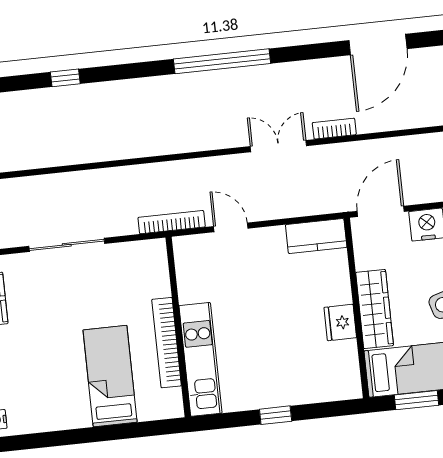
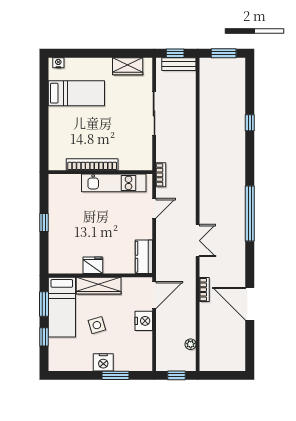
bookcase: (334, 129) -> (204, 290), moved
door: (381, 211) -> (154, 295), hinge flipped
bookcase: (172, 222) -> (161, 175), width x0.64
kitchen unit: (200, 359) -> (114, 183), moved
bed: (110, 376) -> (76, 93), moved

